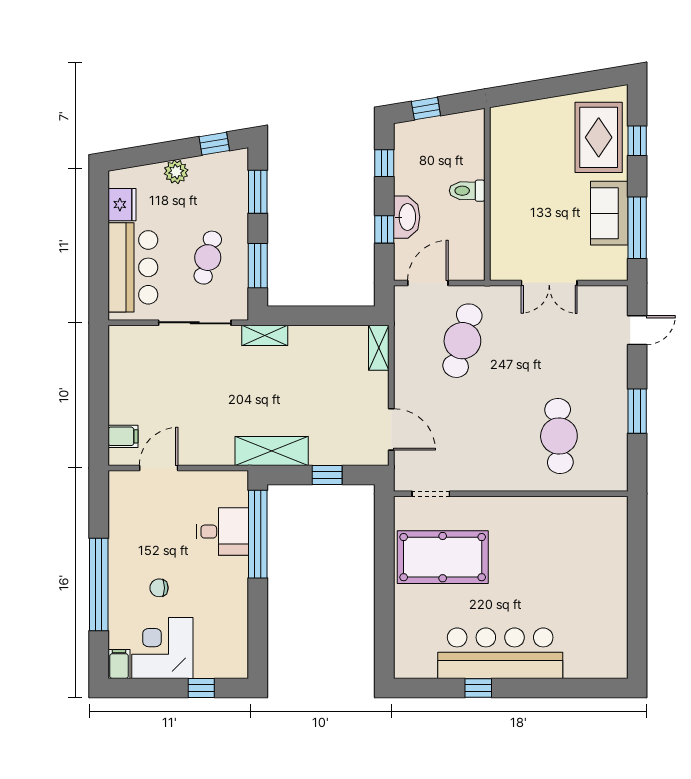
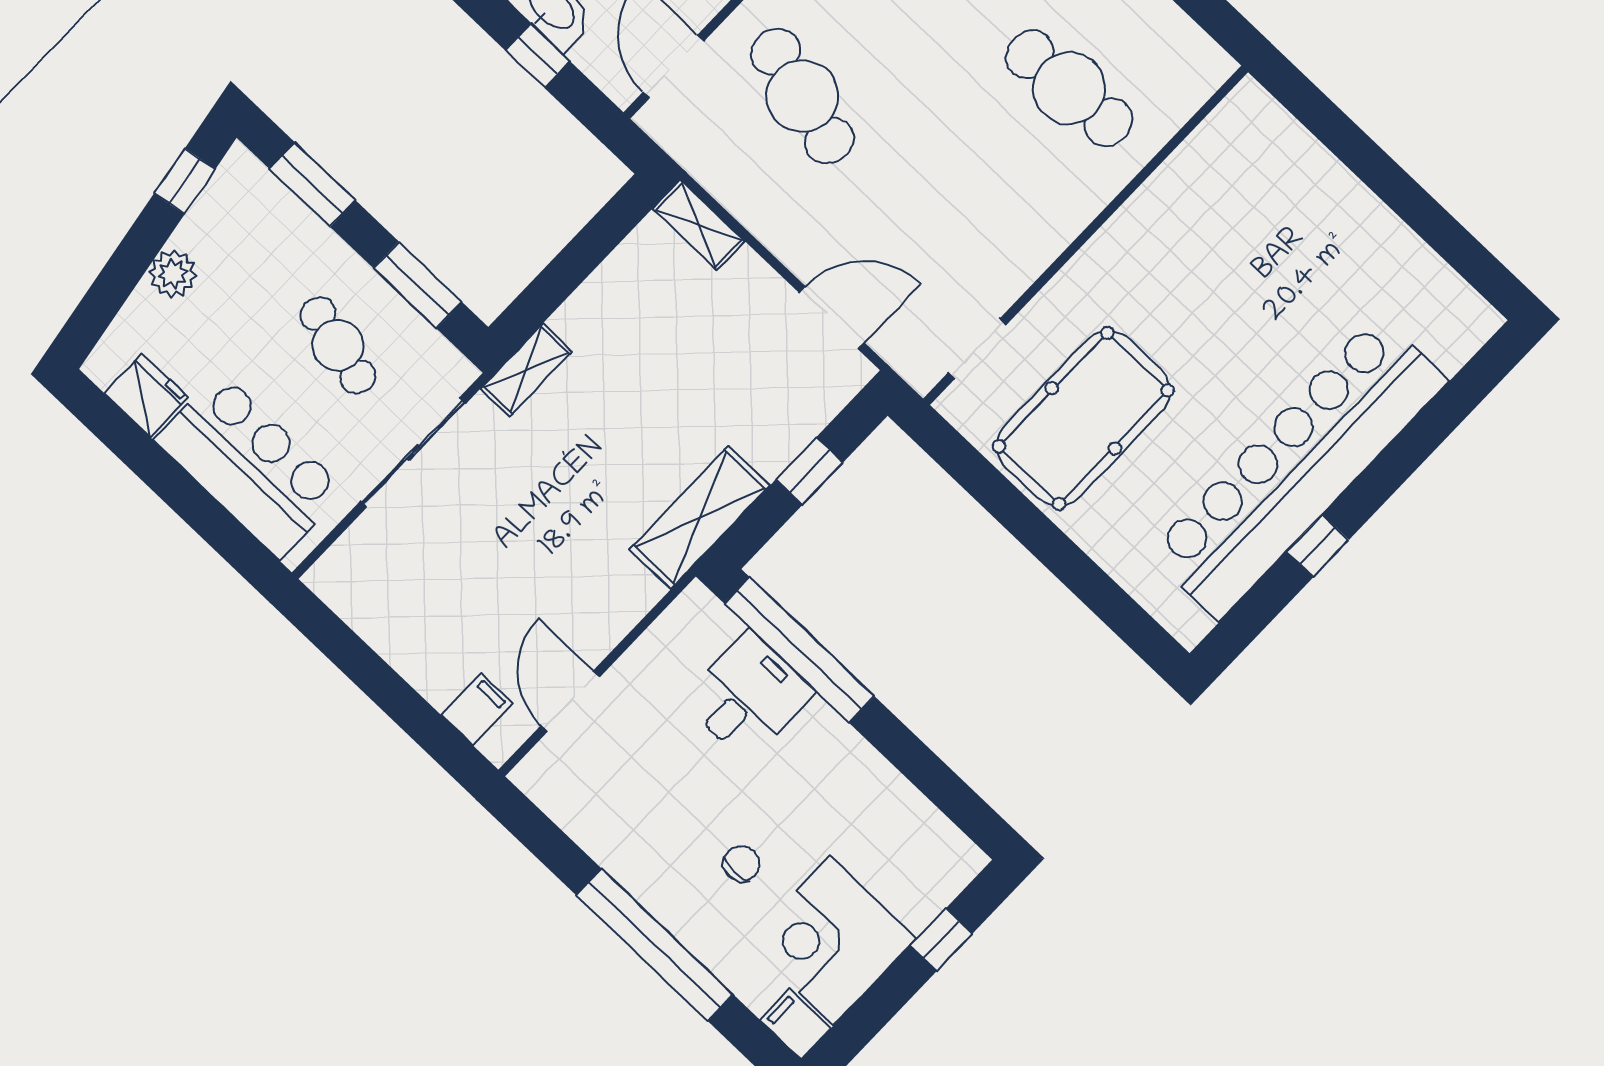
chair: (159, 588) -> (741, 864), turned 180
bar counter: (500, 653) -> (1298, 467), width x1.36

